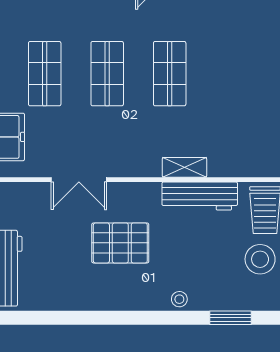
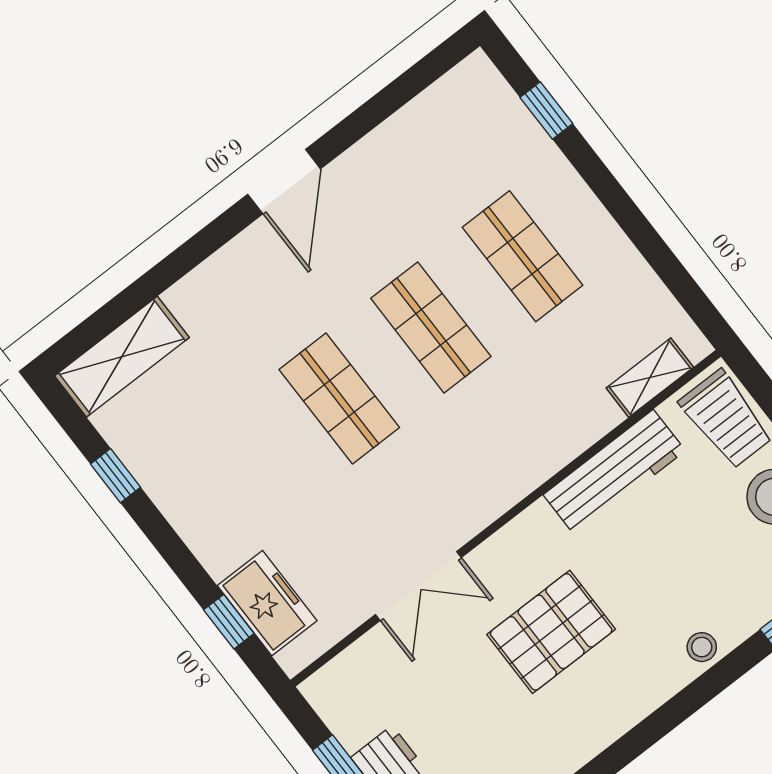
shop shelf: (45, 74) -> (523, 256), moved
shelving: (184, 167) -> (650, 378), moved

